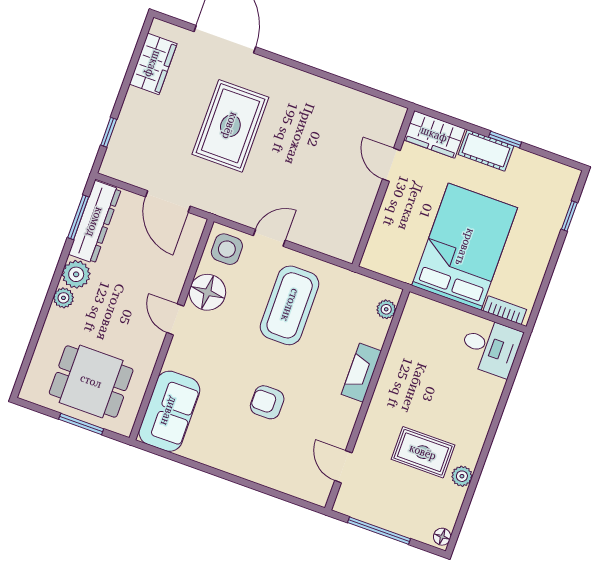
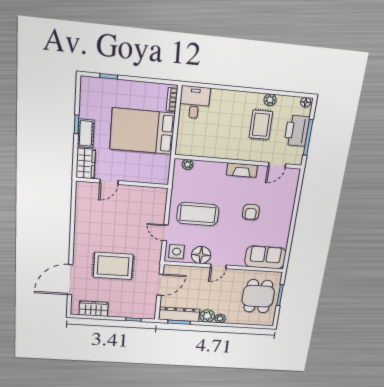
fireplace: (361, 373) -> (242, 170), moved
printer: (396, 513) -> (297, 131), added

